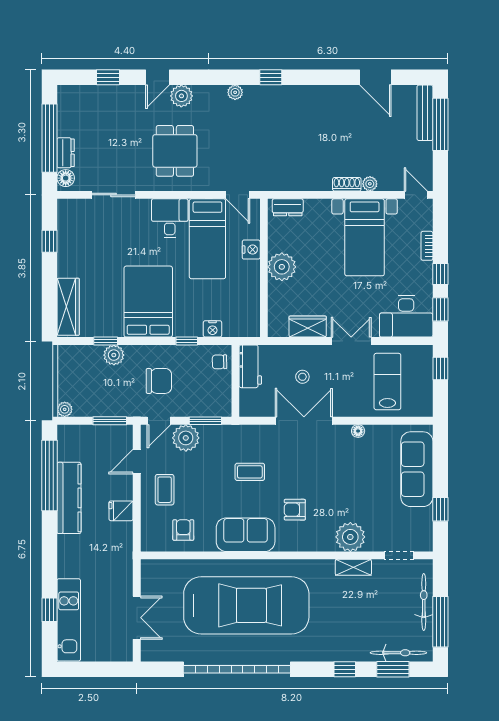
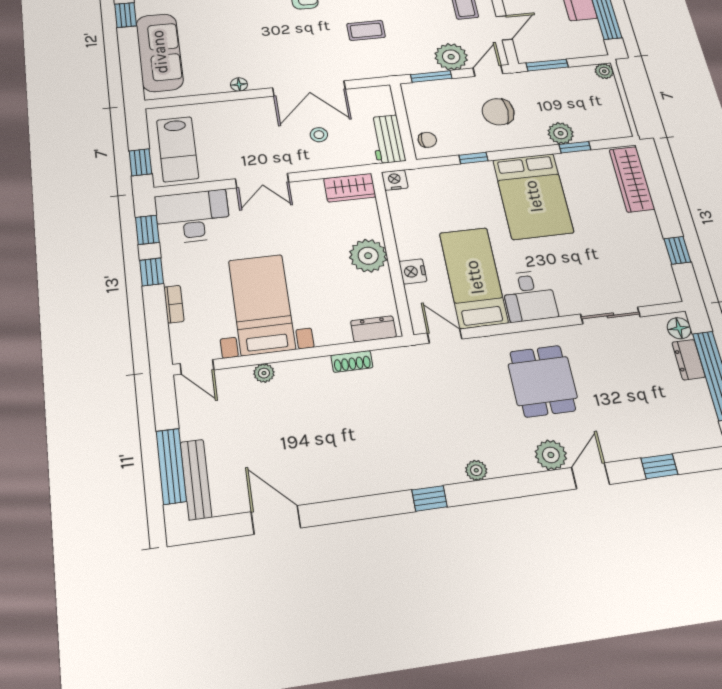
shoe rack: (347, 184) -> (352, 361), moved
wardrobe: (308, 327) -> (350, 188), moved
nightstand: (213, 329) -> (395, 180), moved
lab bench: (387, 382) -> (178, 149), moved

